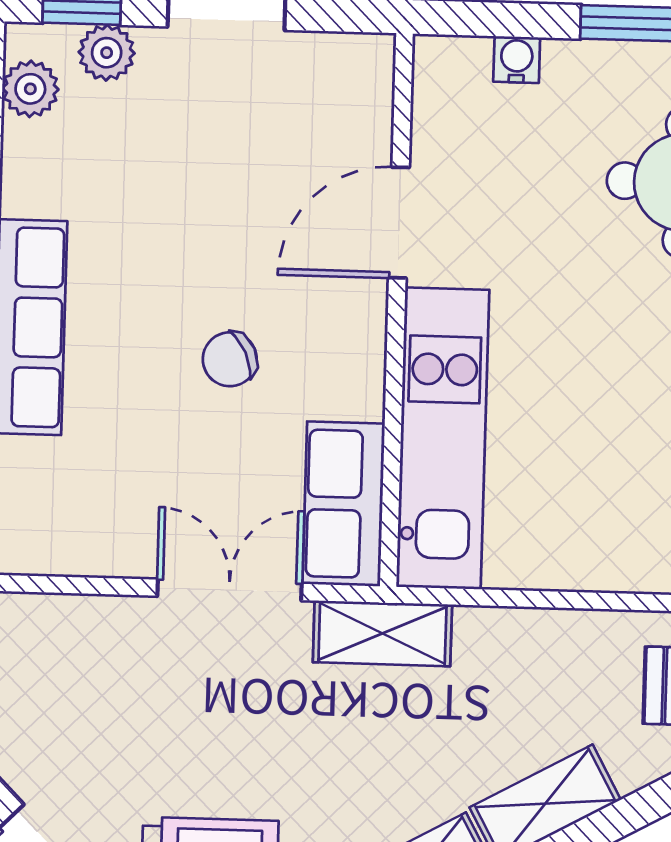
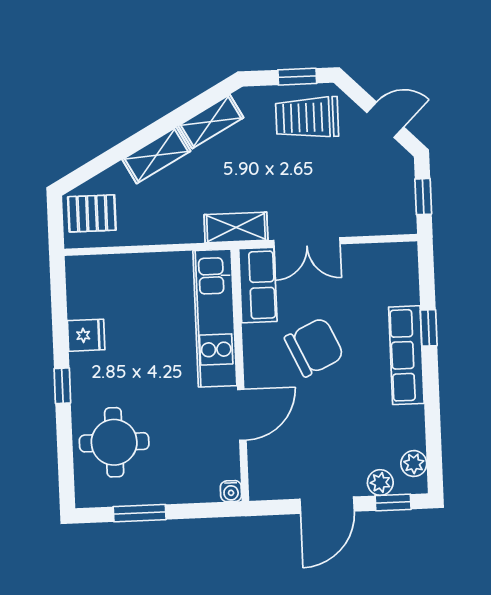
water cooler: (517, 60) -> (231, 491), moved
chair: (230, 359) -> (314, 347), width x1.87, depth x1.87

